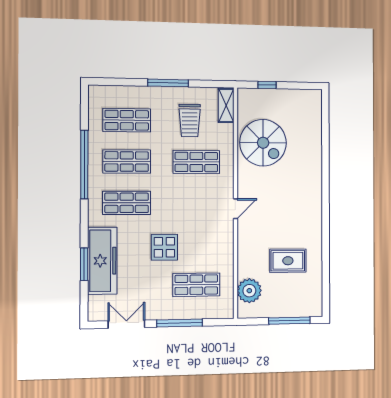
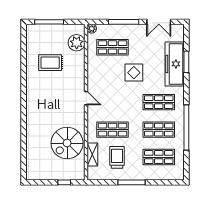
shelving: (226, 106) -> (92, 154), moved
spiral stairs: (263, 143) -> (67, 143), turned -90
door: (235, 209) -> (86, 98), swing flipped
plant: (227, 312) -> (92, 29), added

